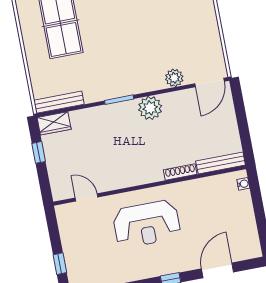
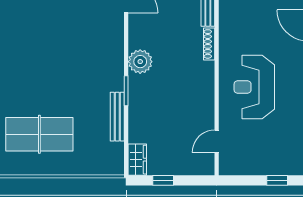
plant: (174, 78) -> (115, 32), removed
bench: (59, 102) -> (117, 117), moved
reception desk: (147, 224) -> (254, 87), turned 180

